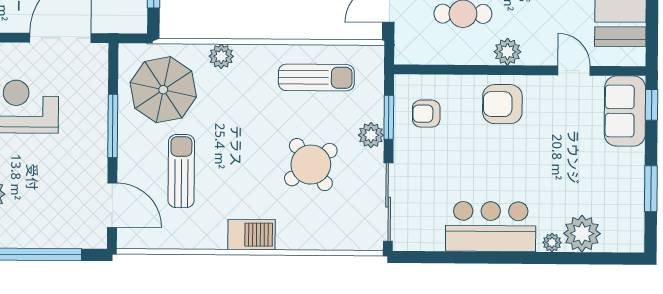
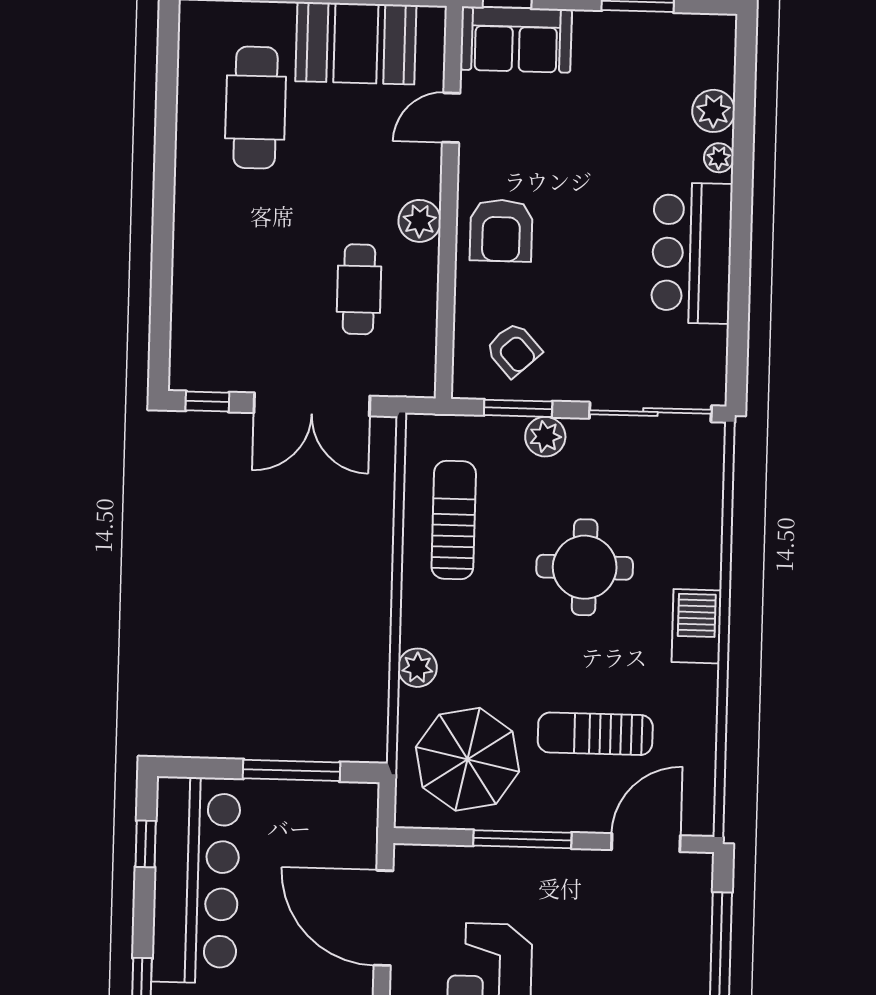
armchair: (426, 114) -> (514, 350), turned -42
round table: (311, 165) -> (585, 567), moved, turned 37
plant: (582, 234) -> (714, 111), width x0.73, depth x0.73

